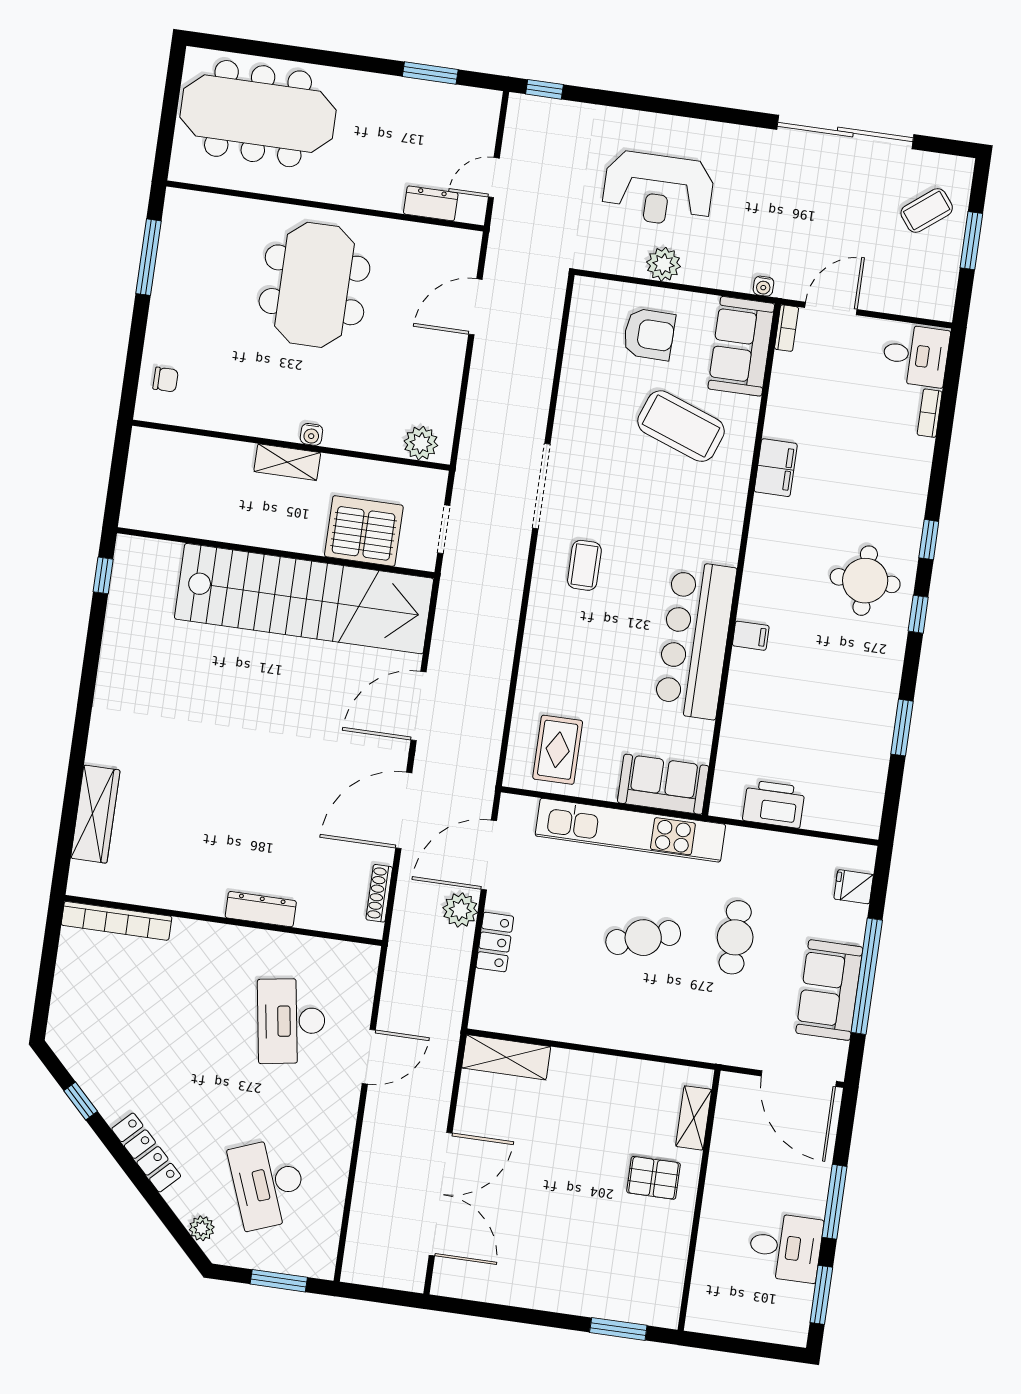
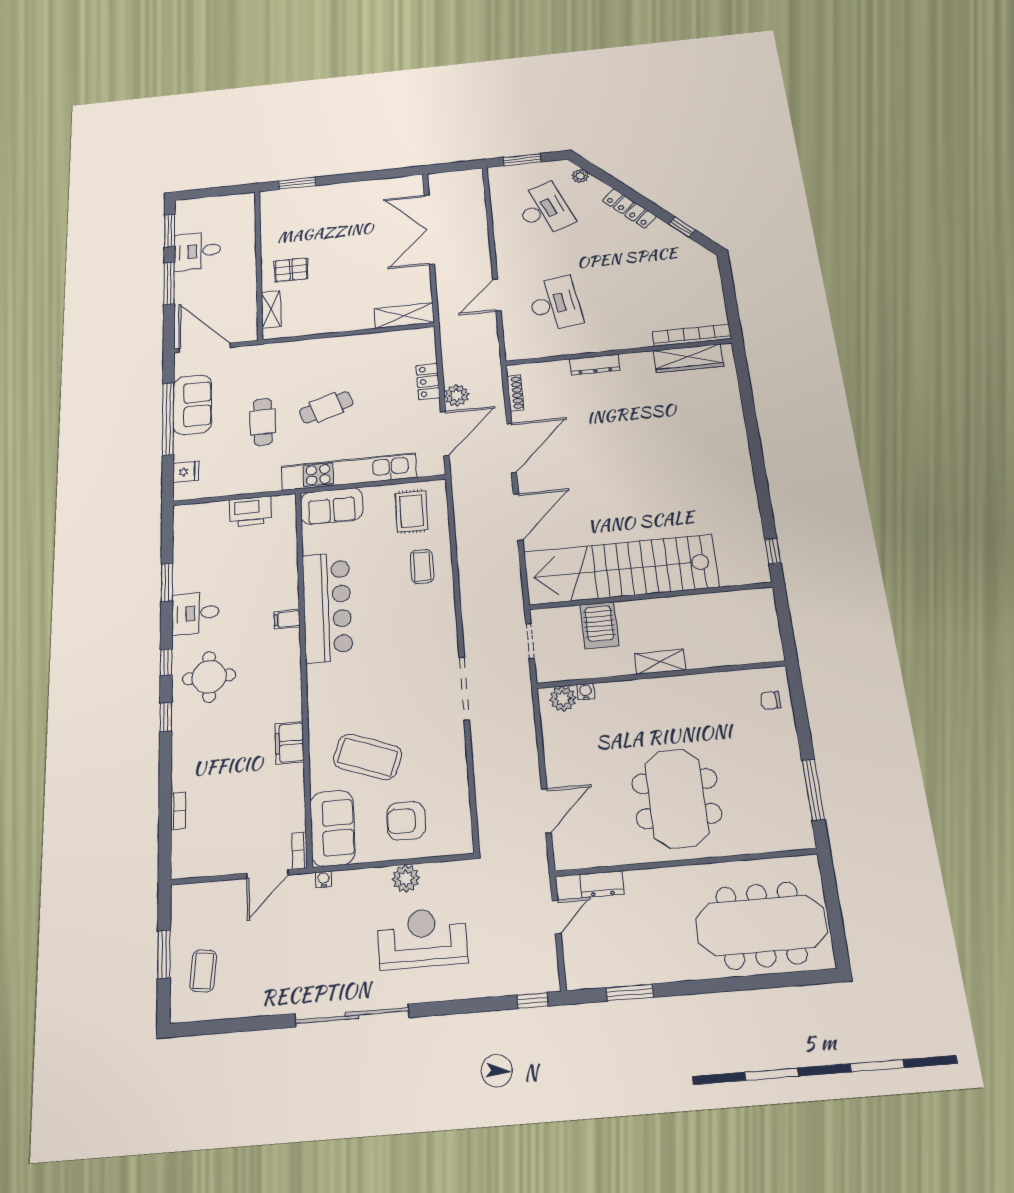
sliding door: (845, 132) -> (352, 1015), moved
coffee table: (927, 210) -> (203, 971), turned -46
desk: (916, 355) -> (195, 613), moved
water cooler: (311, 434) -> (586, 692), moved
server rack: (364, 531) -> (599, 625), width x0.62
coffee table: (584, 565) -> (422, 567), moved
wardrobe: (95, 814) -> (688, 358), moved, turned -90

